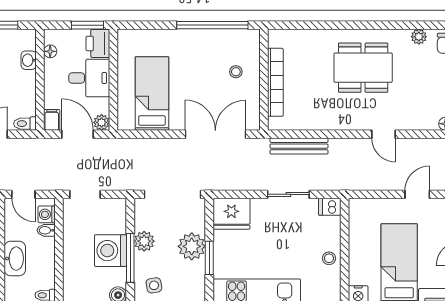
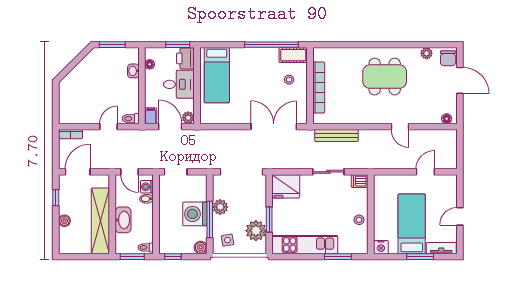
cot: (241, 39) -> (293, 55), added
bed: (152, 94) -> (217, 75), moved, turned 180
plant: (192, 246) -> (256, 231), moved

